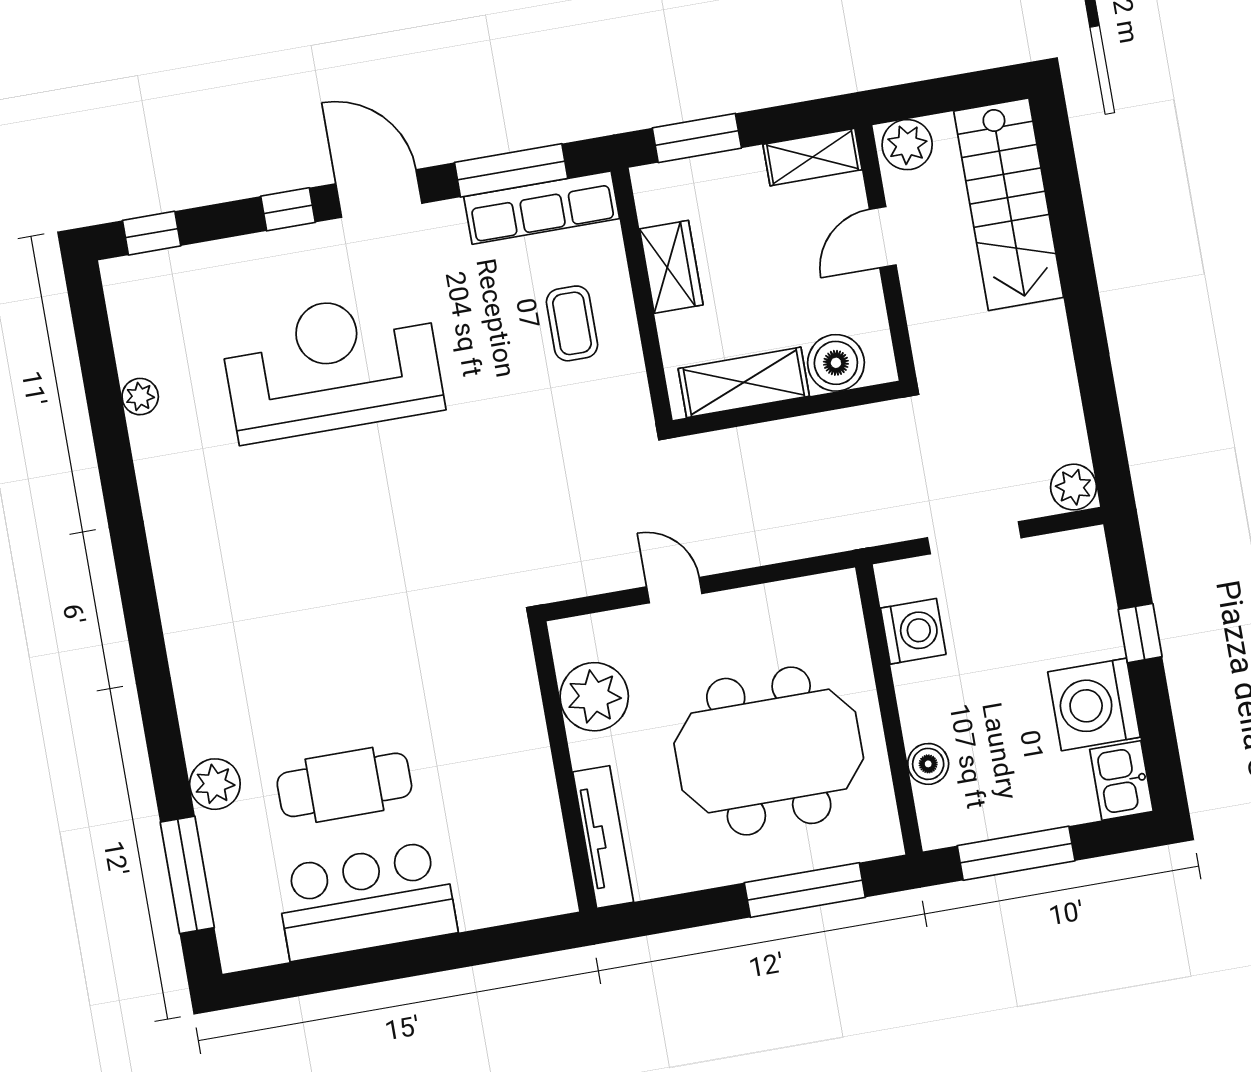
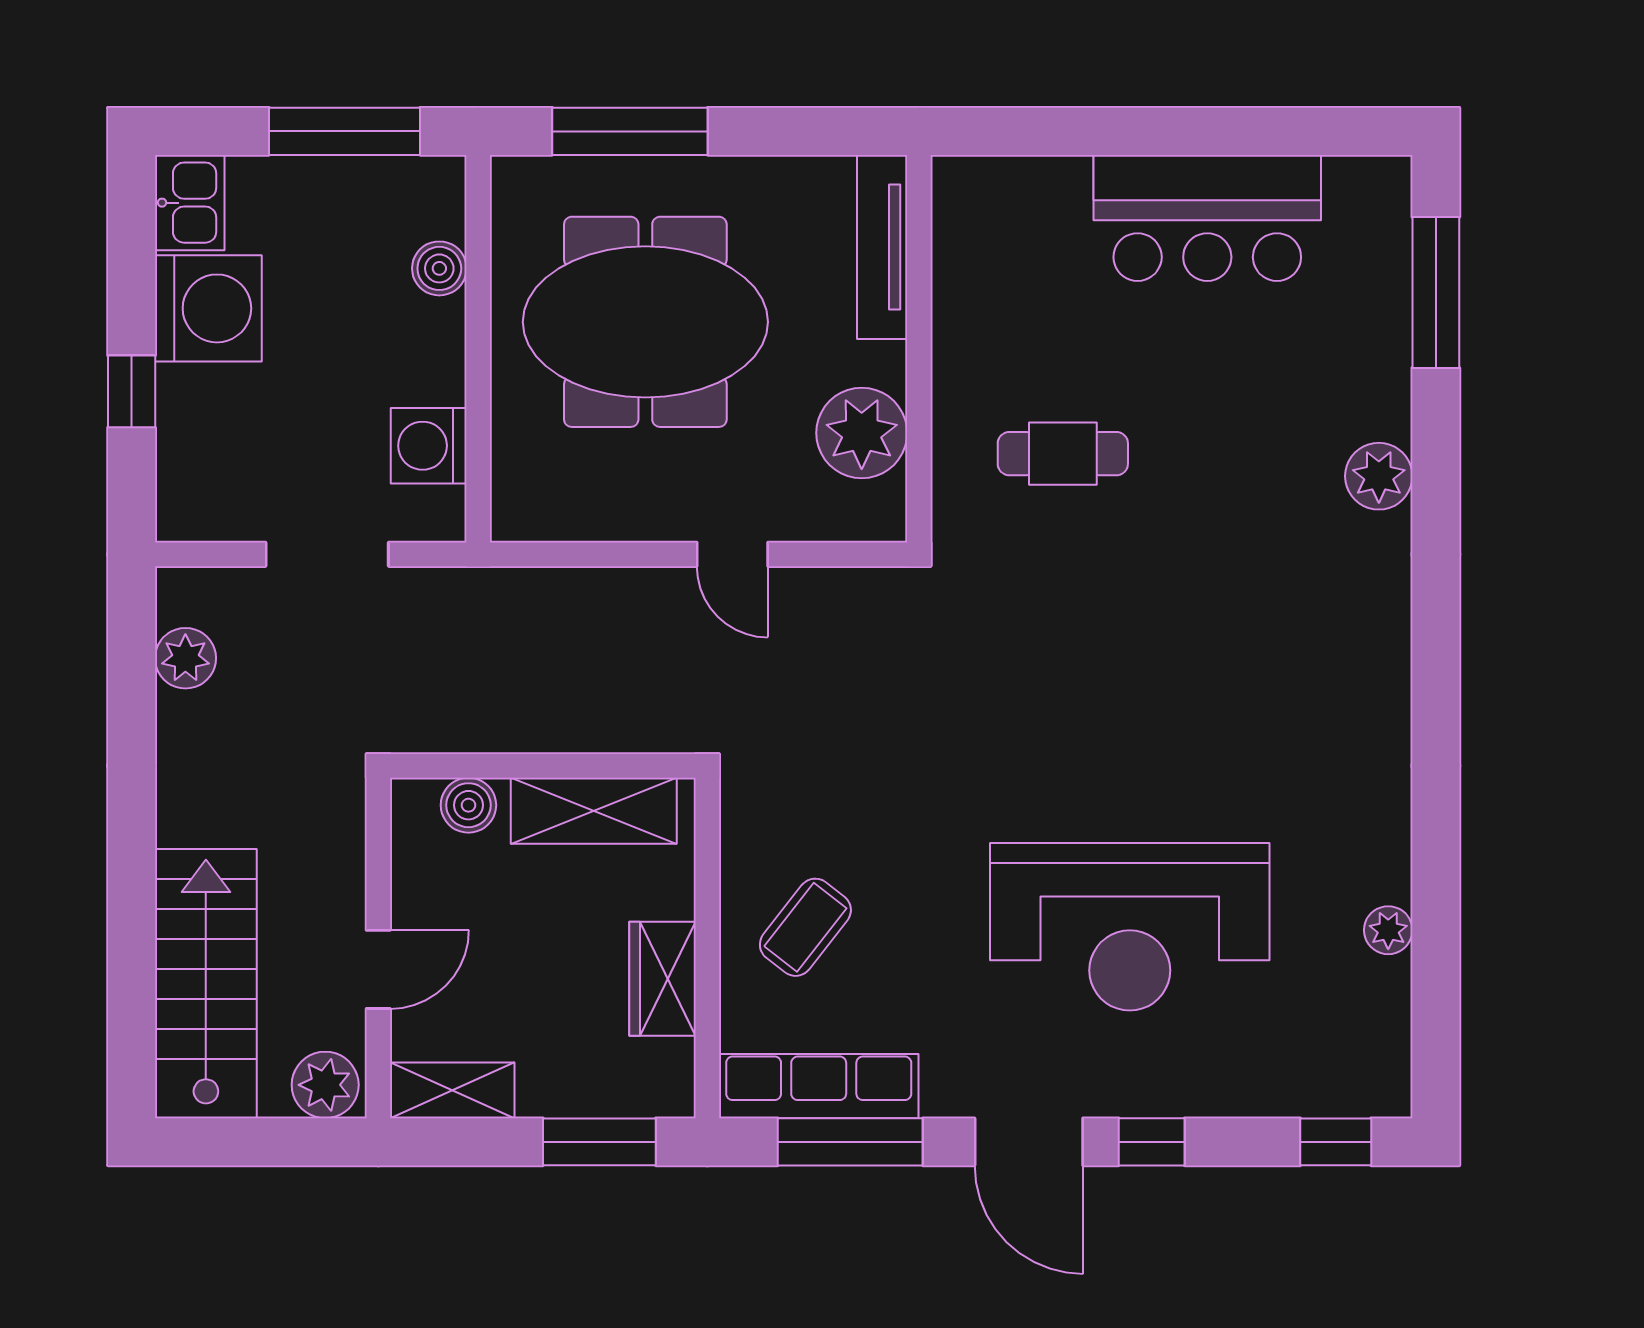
coffee table: (572, 323) -> (805, 927), turned 38
boiler: (836, 363) -> (468, 805), width x0.73, depth x0.73
plant: (1074, 487) -> (185, 658), moved
plant: (215, 784) -> (1379, 476), moved
cafe table: (344, 785) -> (1063, 454), moved, width x0.73, depth x0.74

